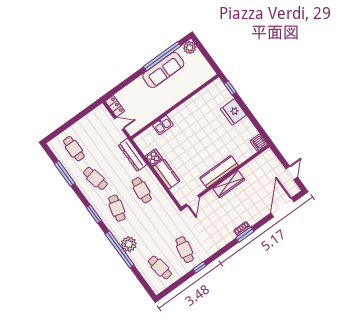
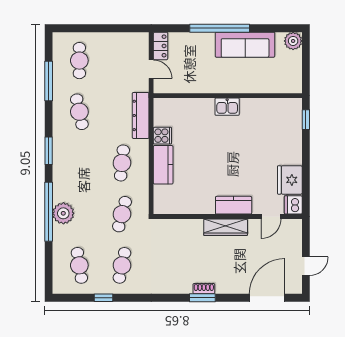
window: (162, 56) -> (220, 28), moved
fridge: (233, 112) -> (290, 180), moved
kitchen sink: (163, 125) -> (227, 107), moved
kitchen counter: (219, 172) -> (234, 205), width x0.67
door: (193, 201) -> (271, 217), moved
cafe table: (117, 208) -> (122, 214), moved
window: (200, 267) -> (104, 298), moved

